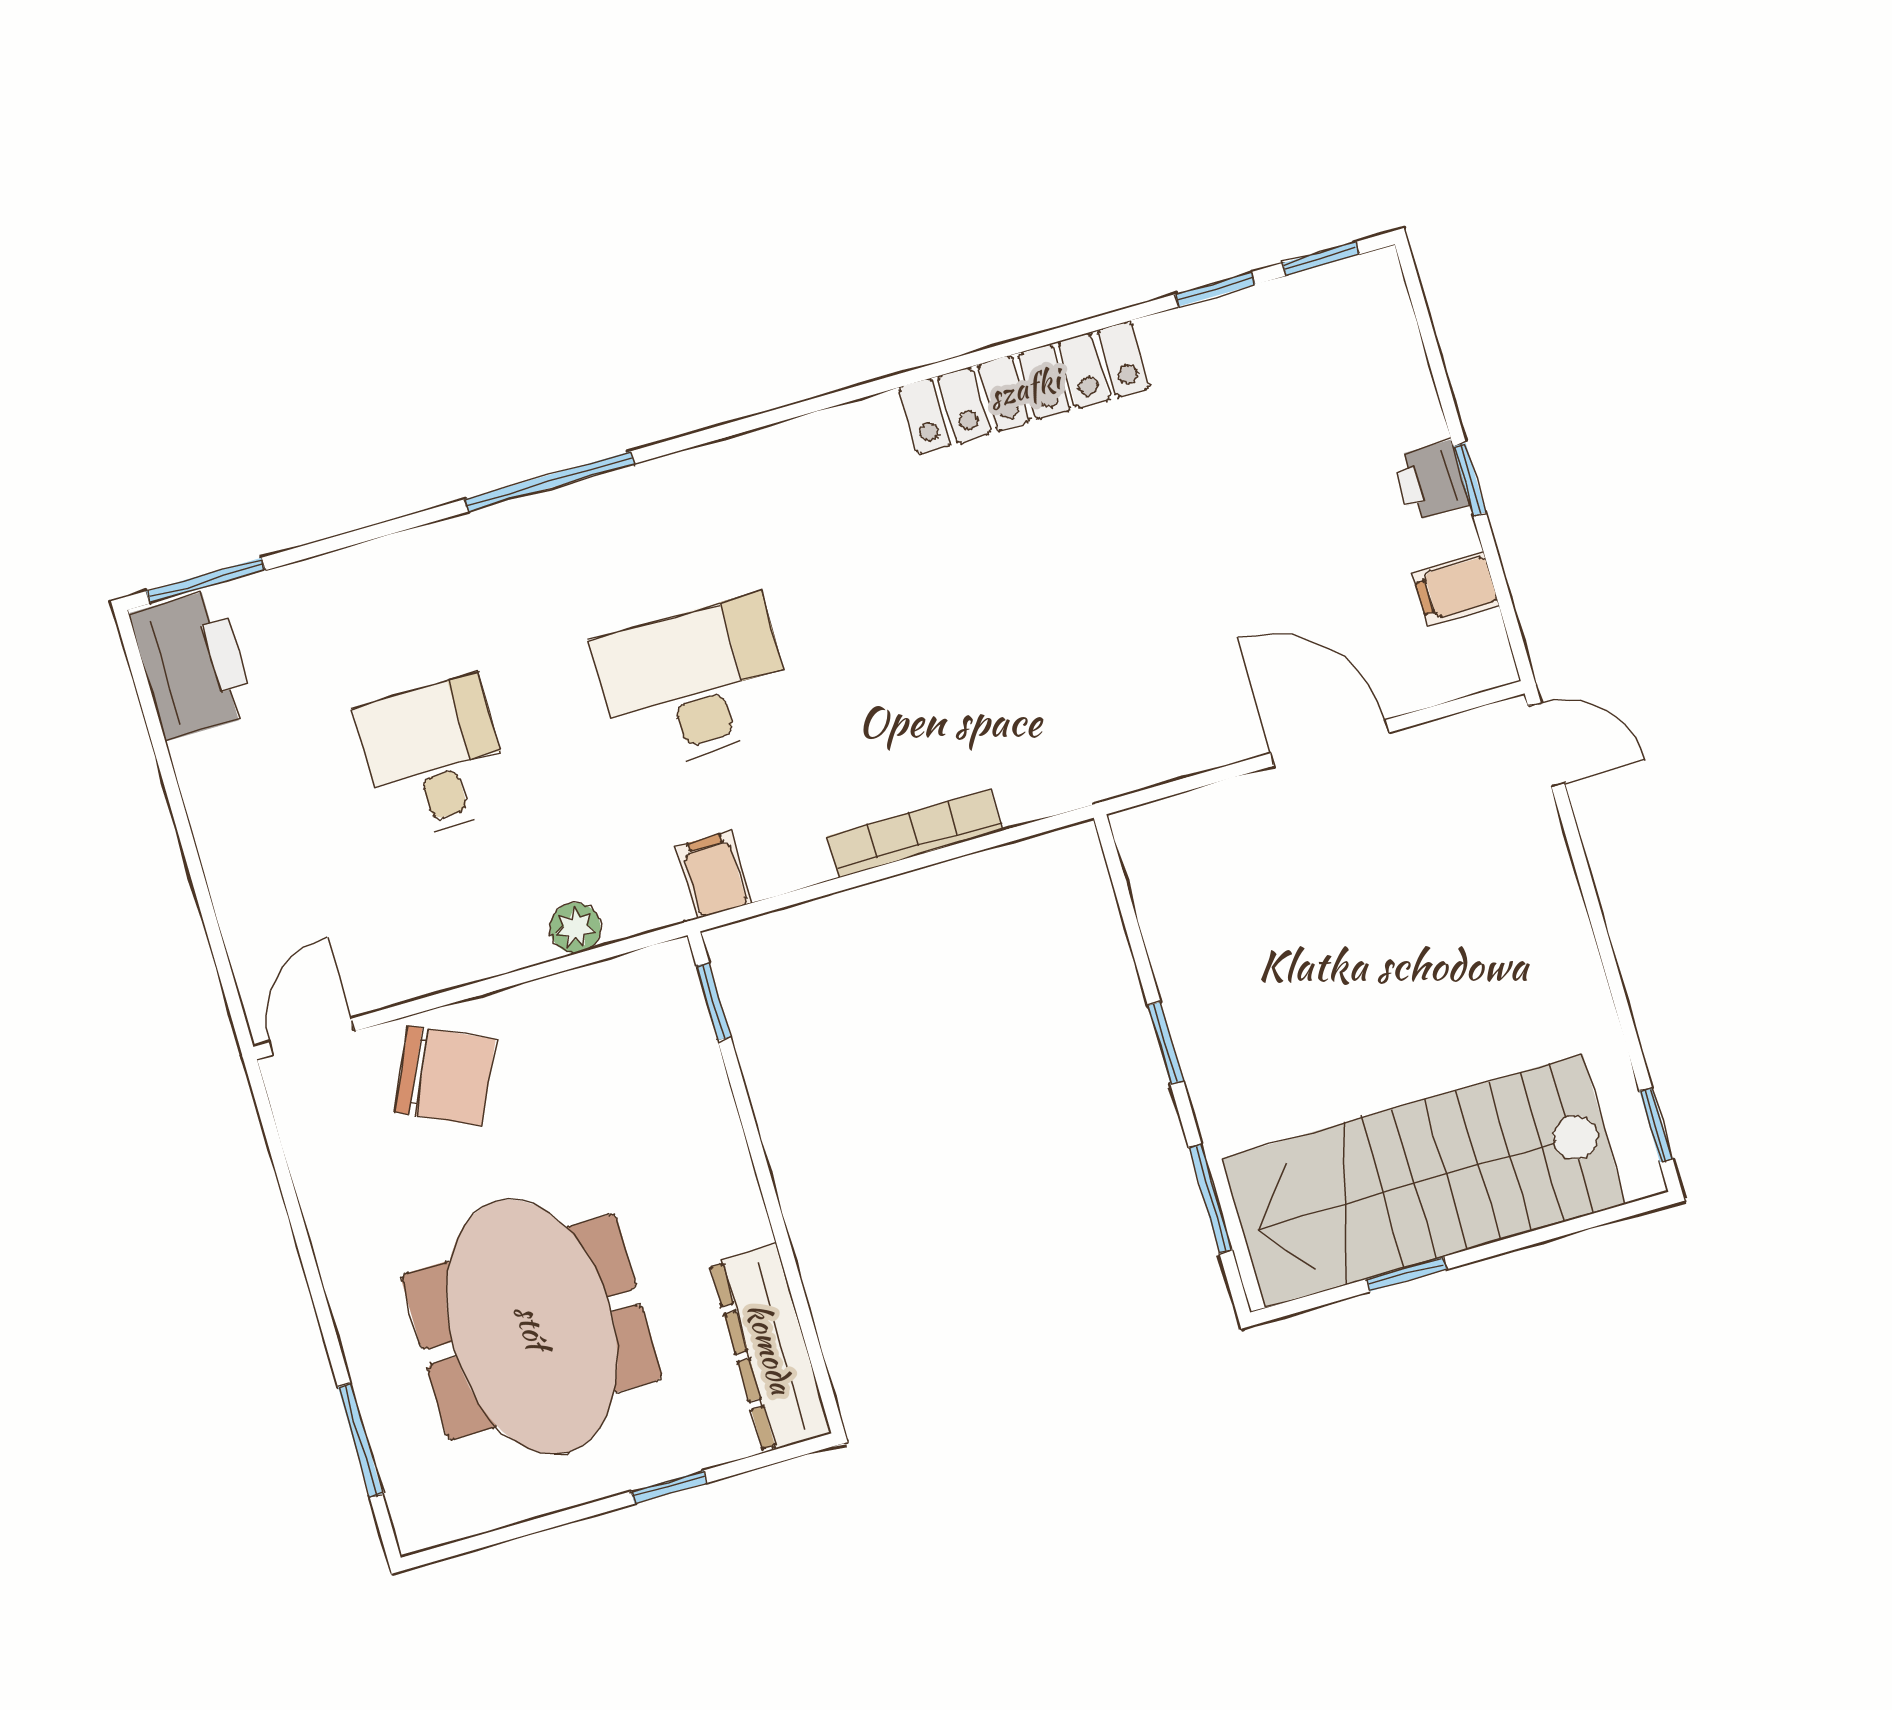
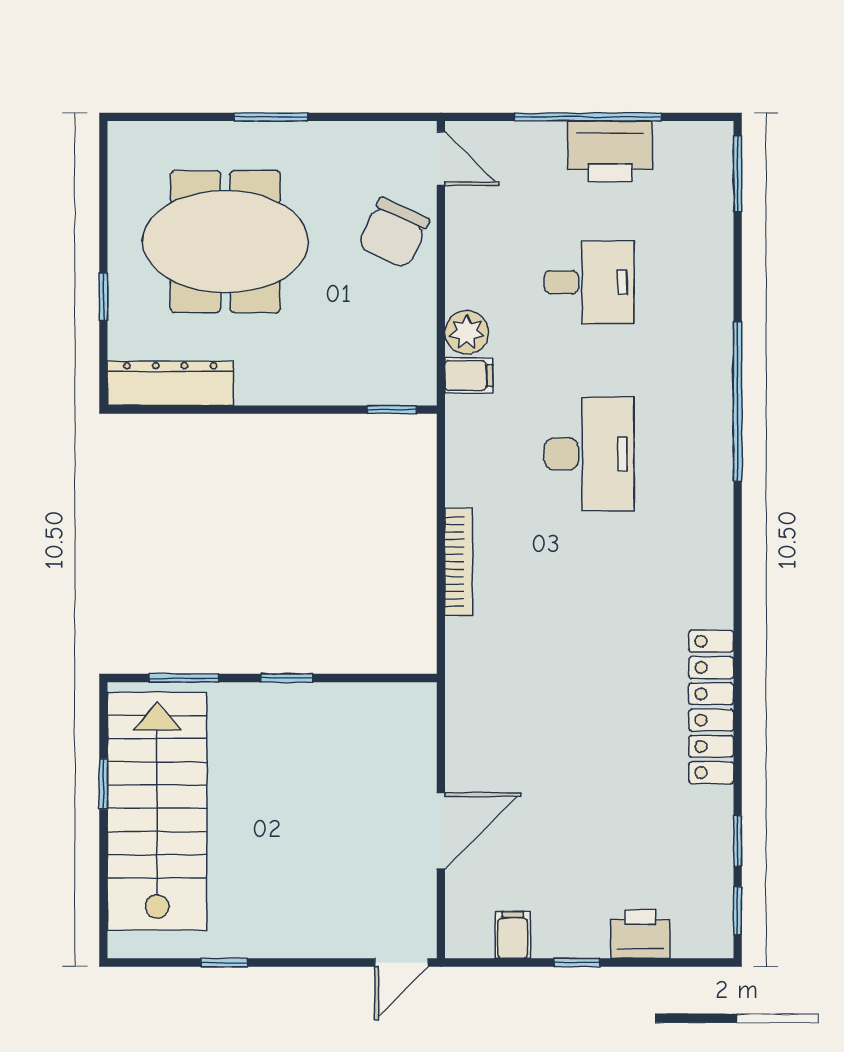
window: (550, 481) -> (738, 401), width x1.46
printer: (1431, 481) -> (640, 934), moved, width x1.36, depth x1.24
printer: (193, 664) -> (610, 151), moved
window: (185, 832) -> (588, 117), added
filing cabinet: (714, 875) -> (469, 375), moved
plant: (575, 928) -> (467, 332), width x1.38, depth x1.38
window: (1656, 1125) -> (224, 963), moved
window: (360, 1440) -> (271, 117), moved

